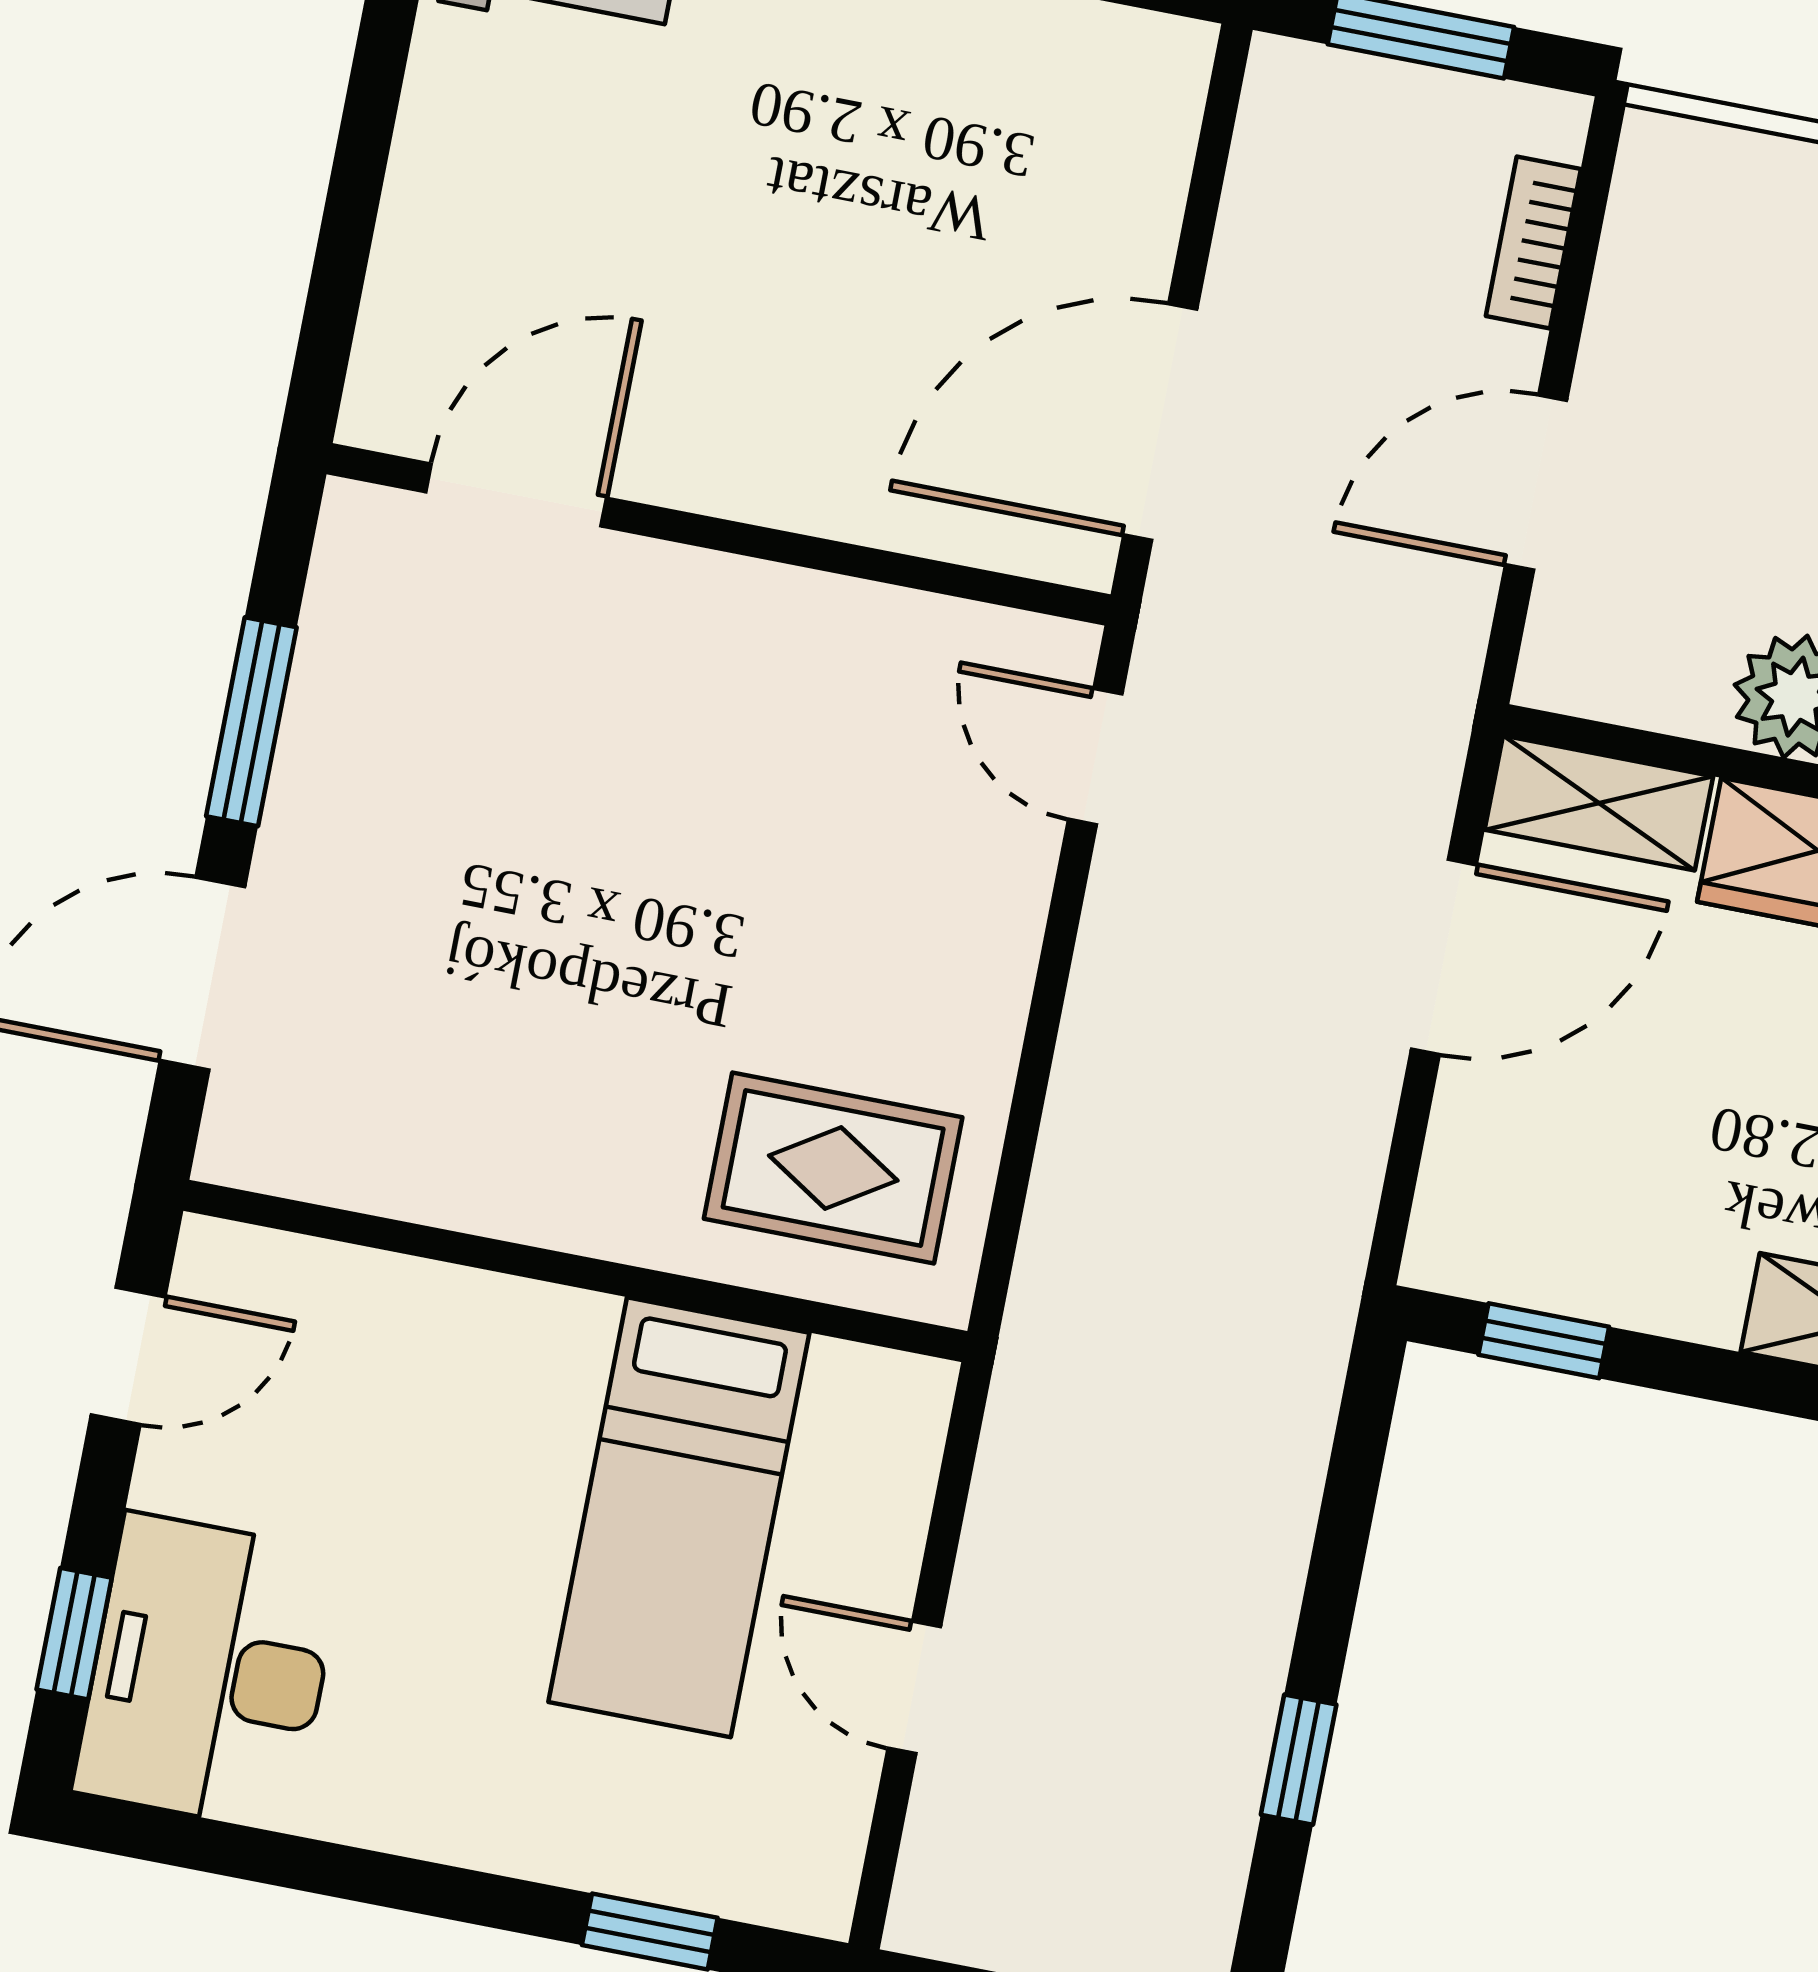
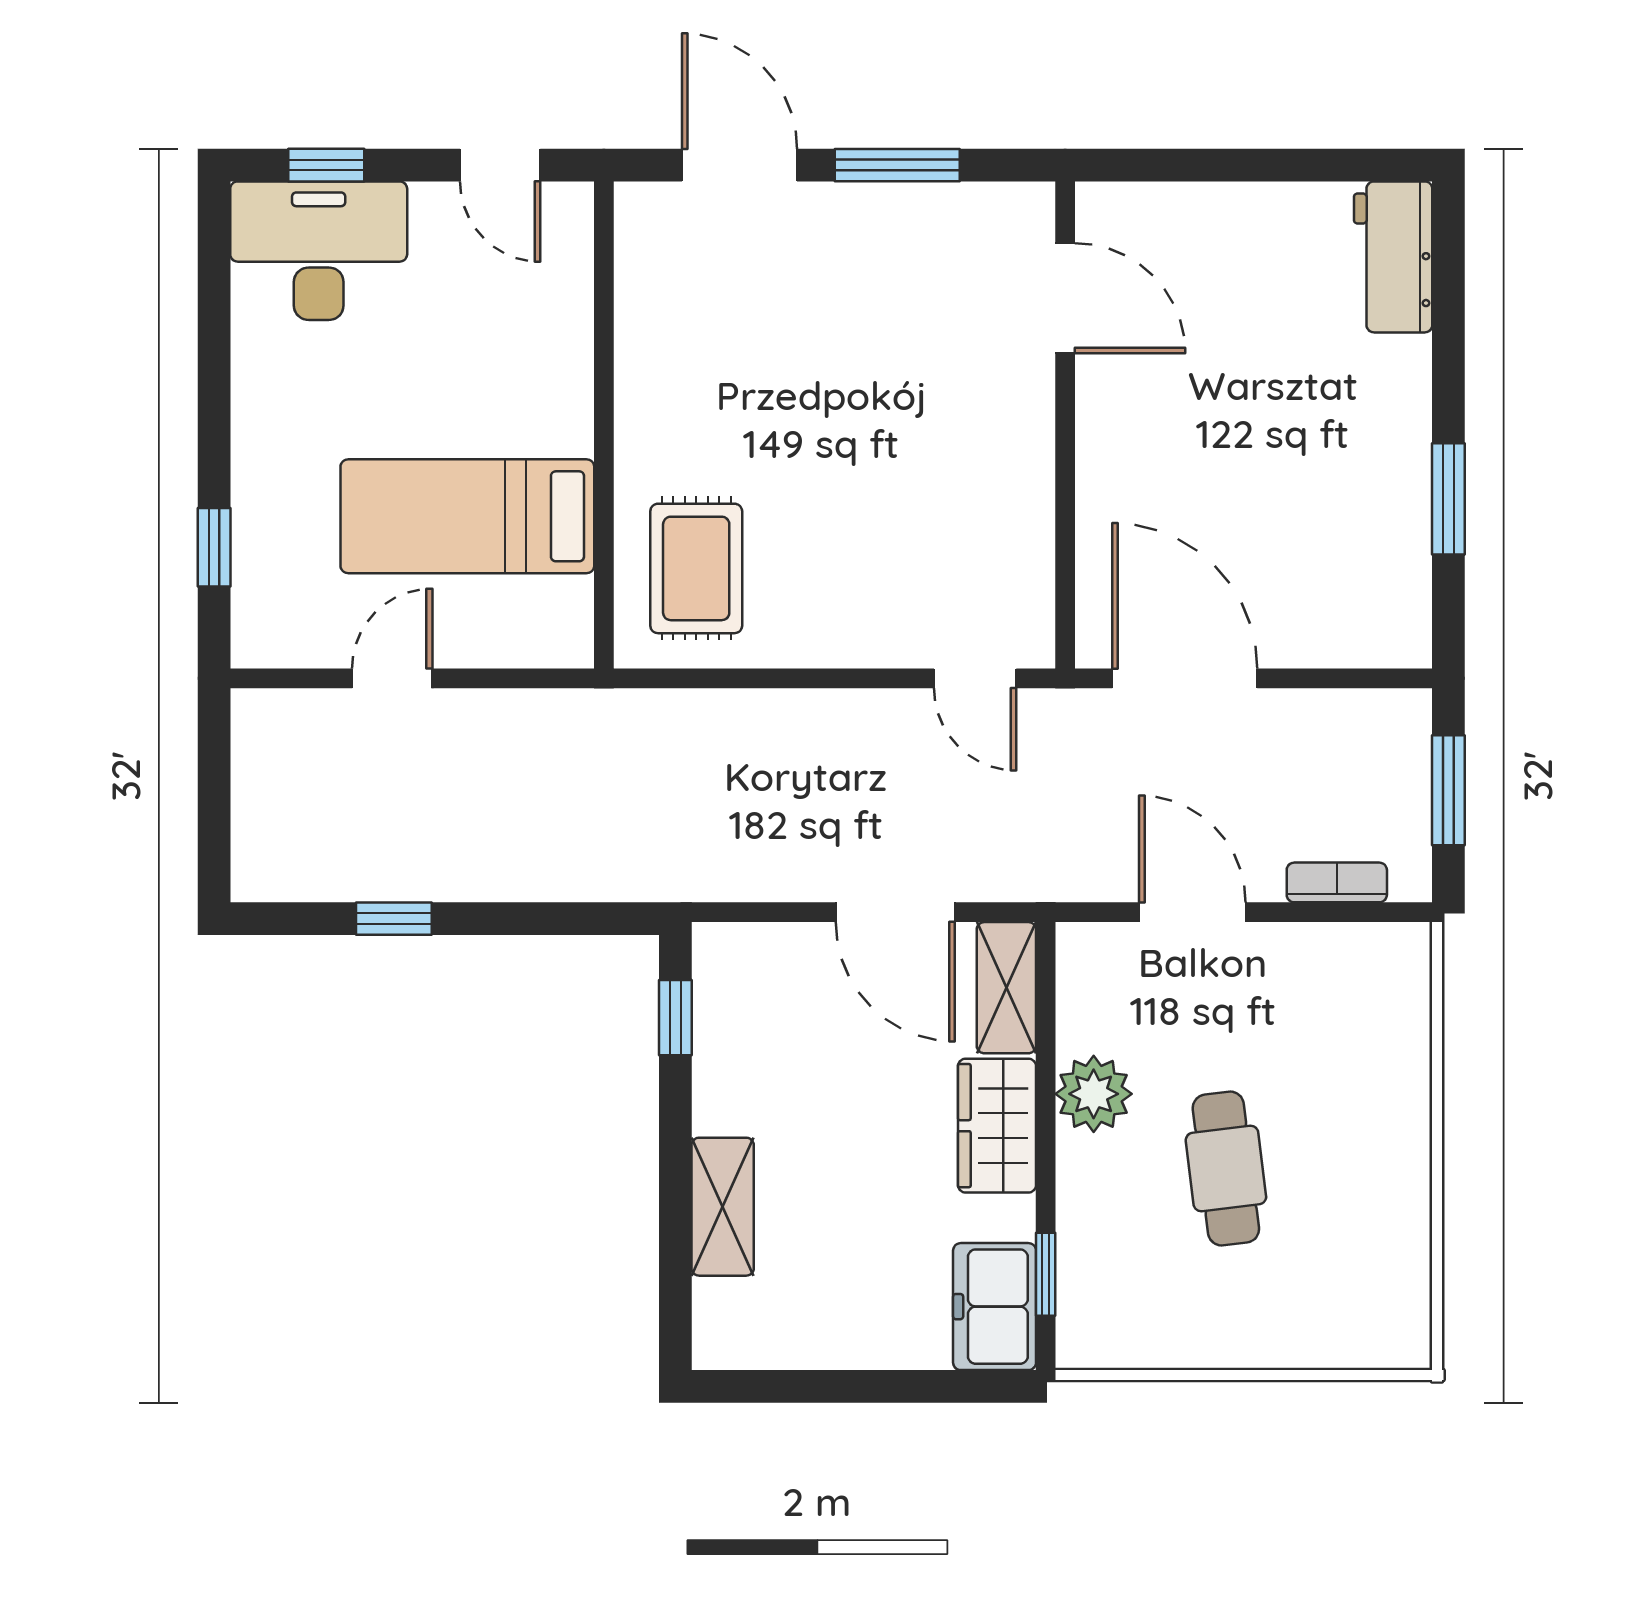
door: (1095, 757) -> (975, 678), swing flipped

